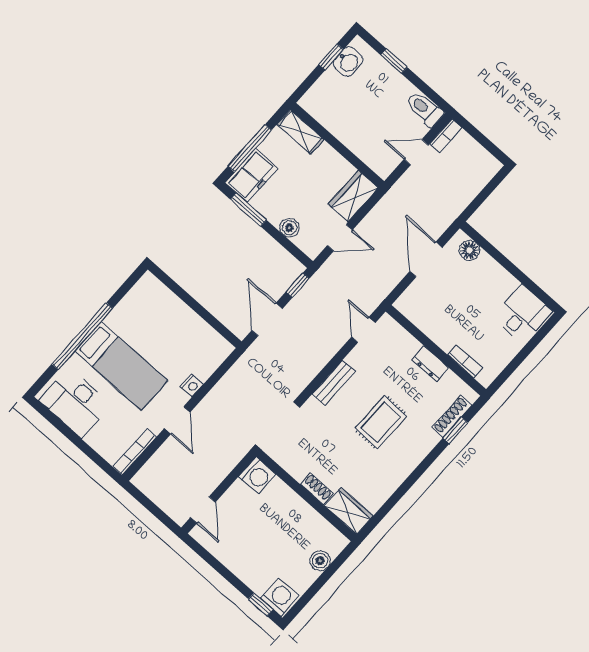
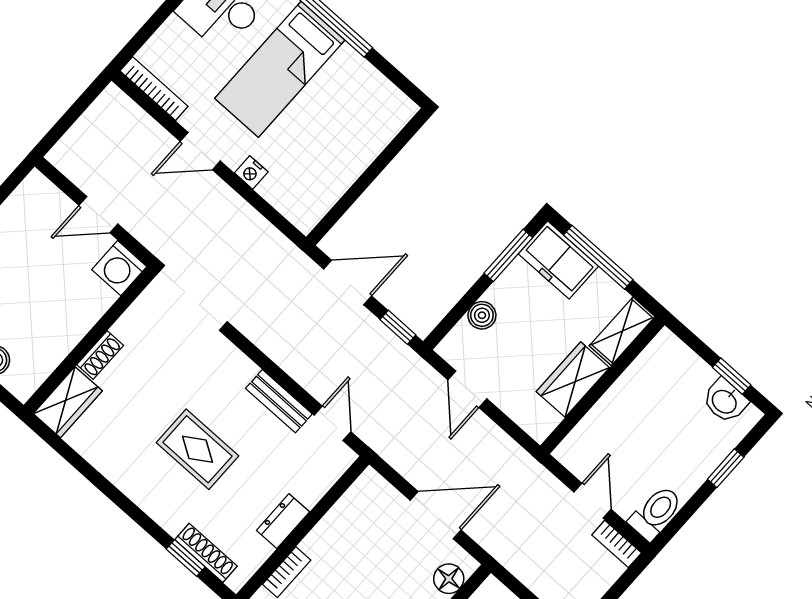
wardrobe: (353, 196) -> (573, 380), moved, turned -90
door: (363, 330) -> (333, 423), hinge flipped
bench: (334, 383) -> (279, 401), moved
door: (203, 510) -> (98, 215), moved

